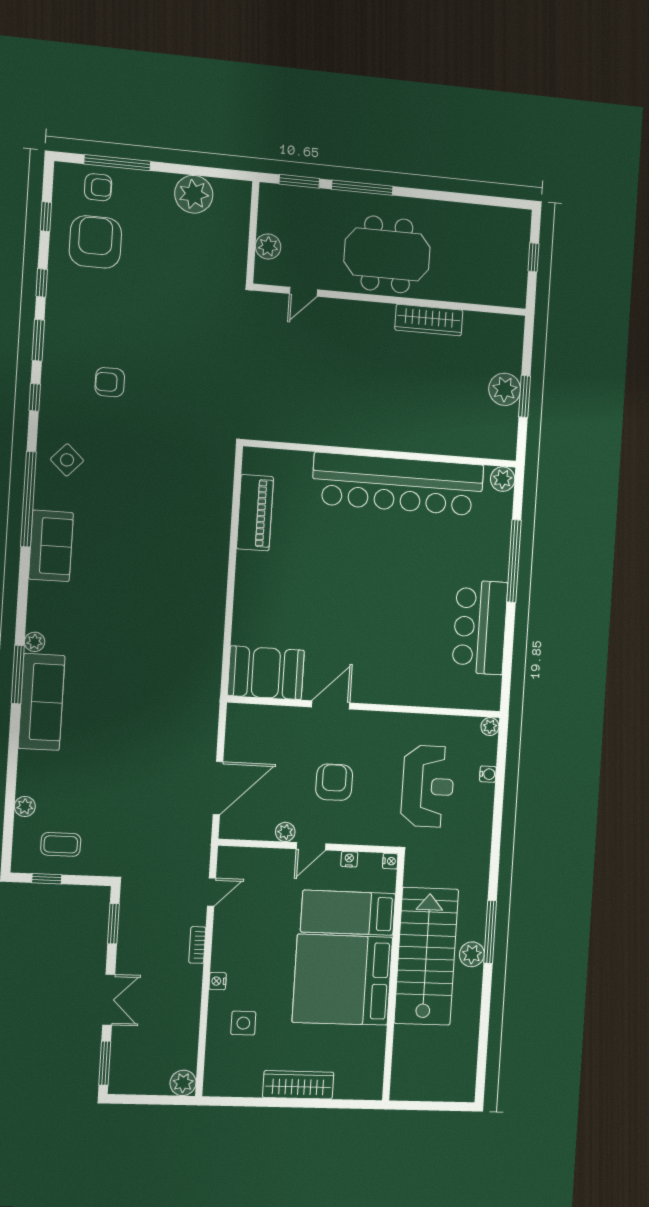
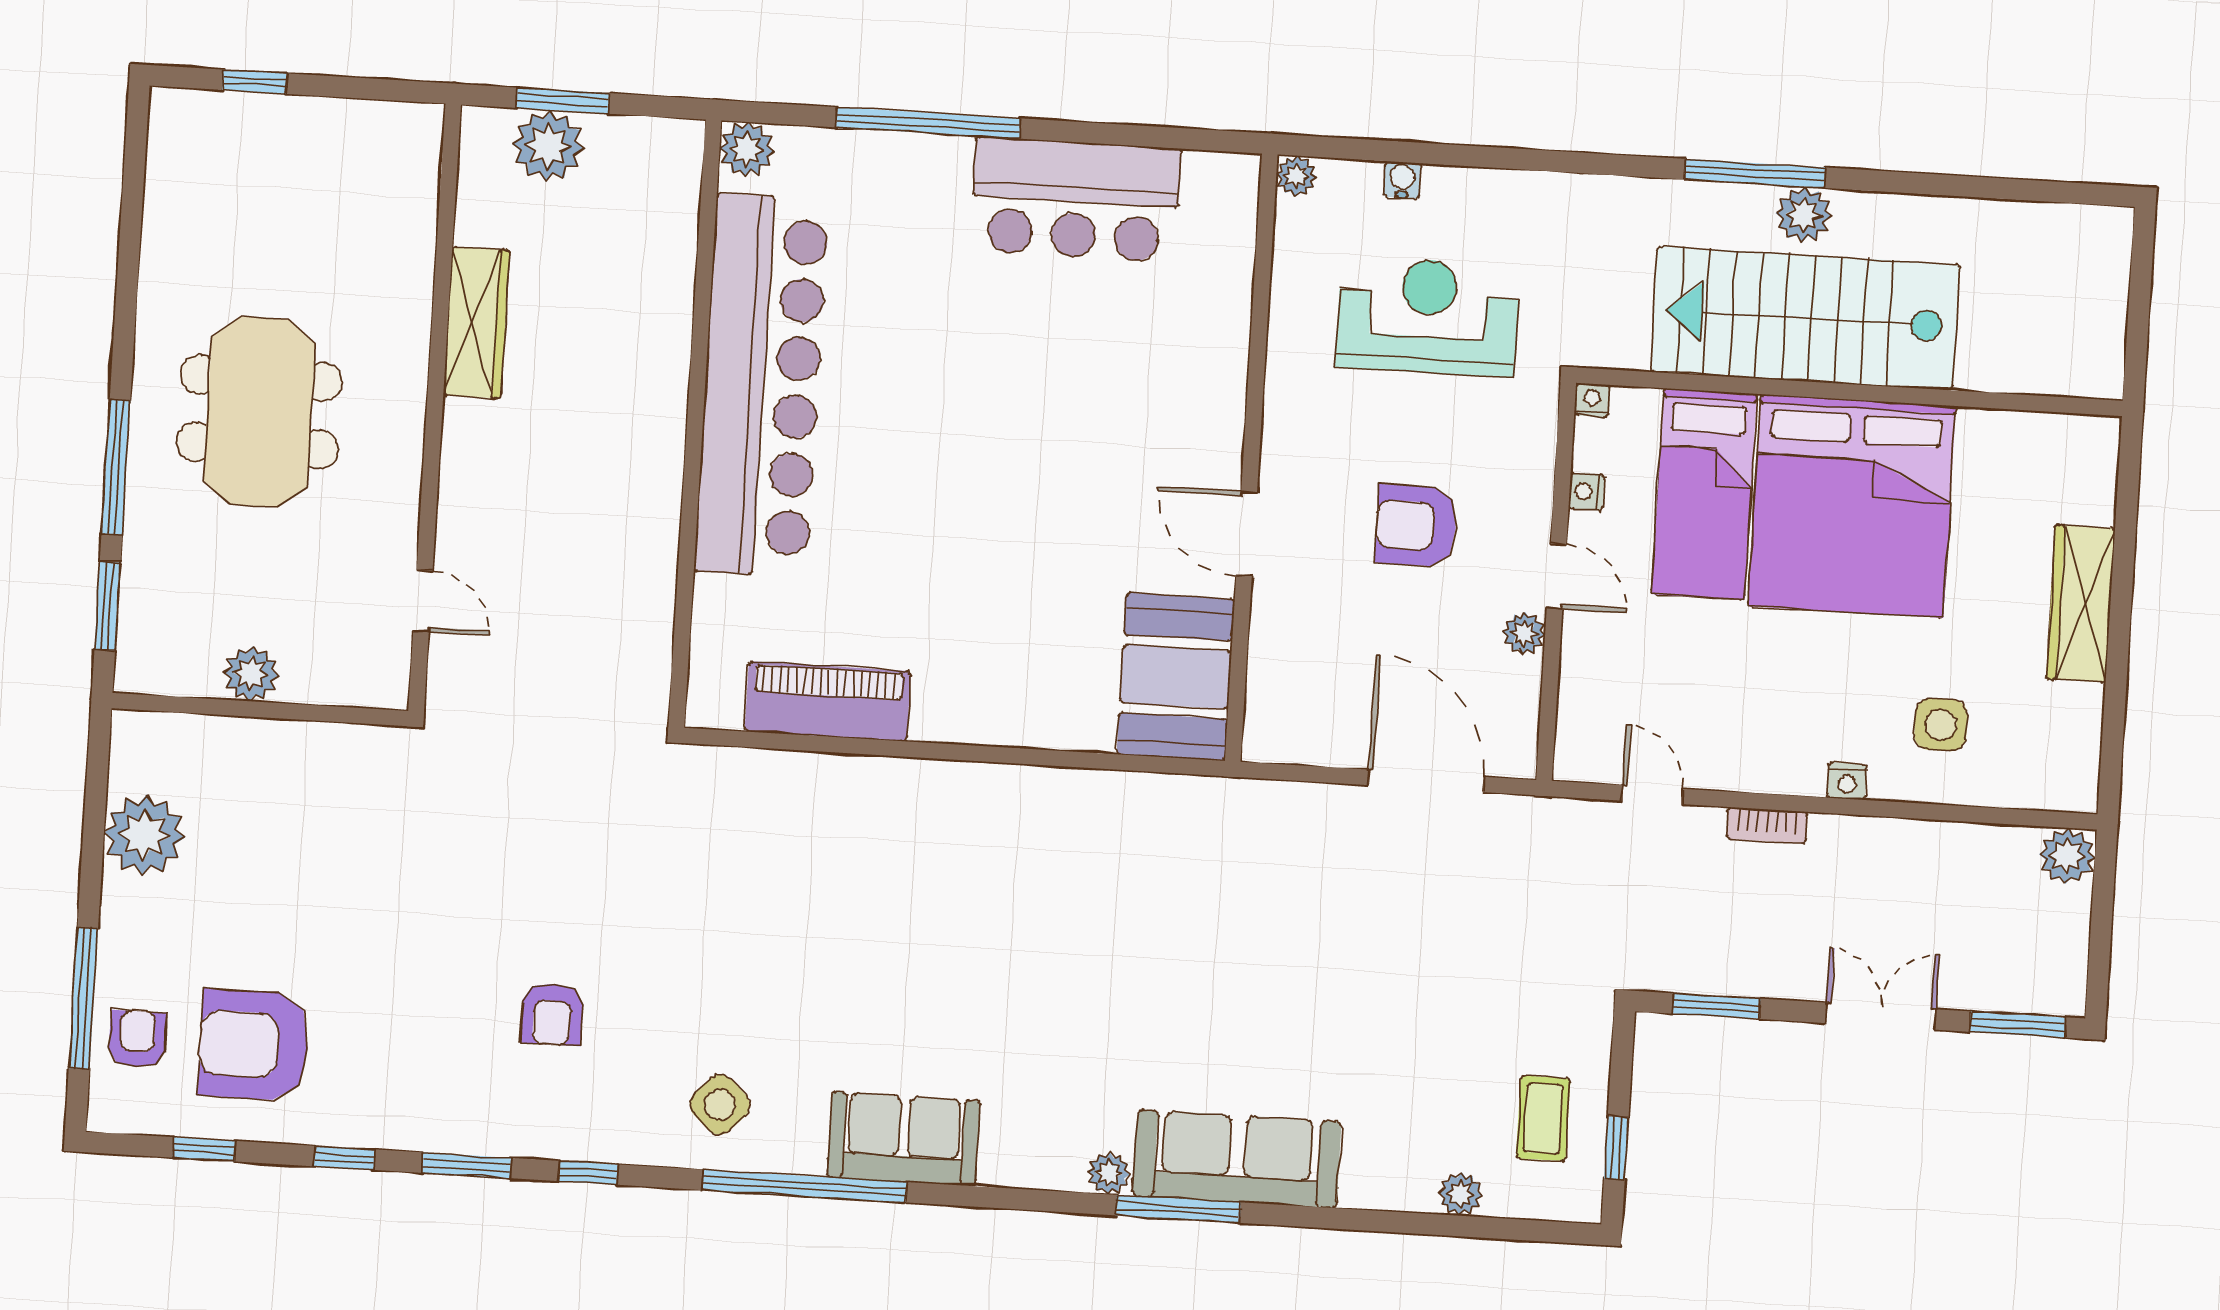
door: (303, 292) -> (423, 601), moved
wall: (391, 300) -> (435, 408), moved
wardrobe: (429, 320) -> (476, 323), moved

